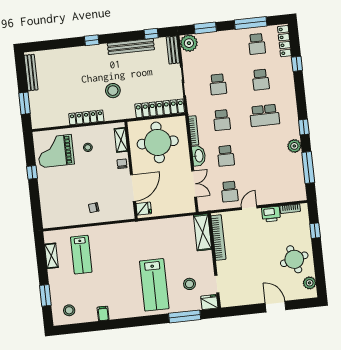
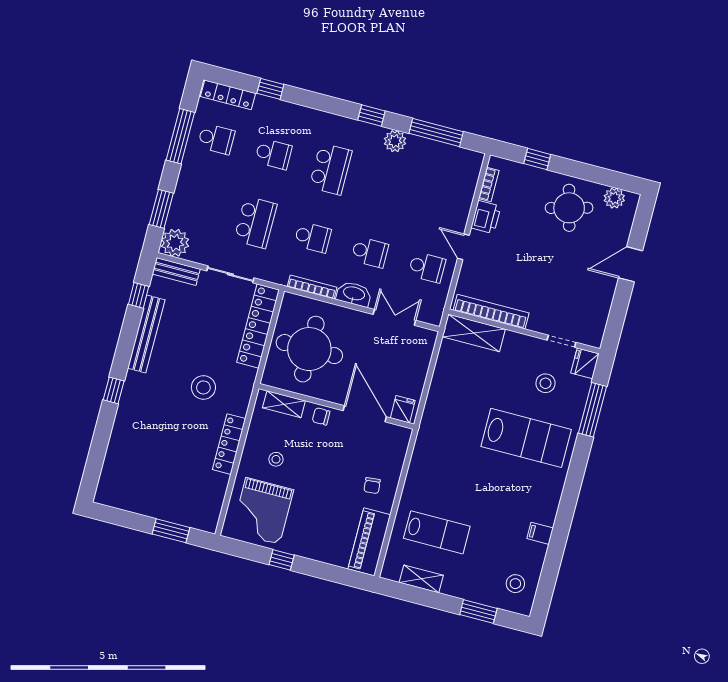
bench: (31, 73) -> (128, 503), removed
school desk: (218, 84) -> (255, 222), width x1.85
piano: (61, 218) -> (369, 542), added

